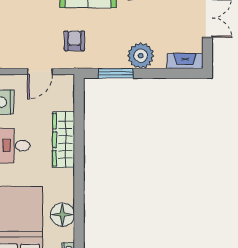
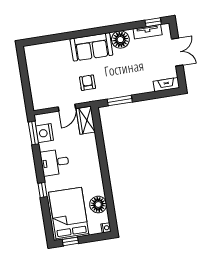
plant: (141, 56) -> (135, 86), removed
wardrobe: (64, 140) -> (86, 120), moved, width x0.67

